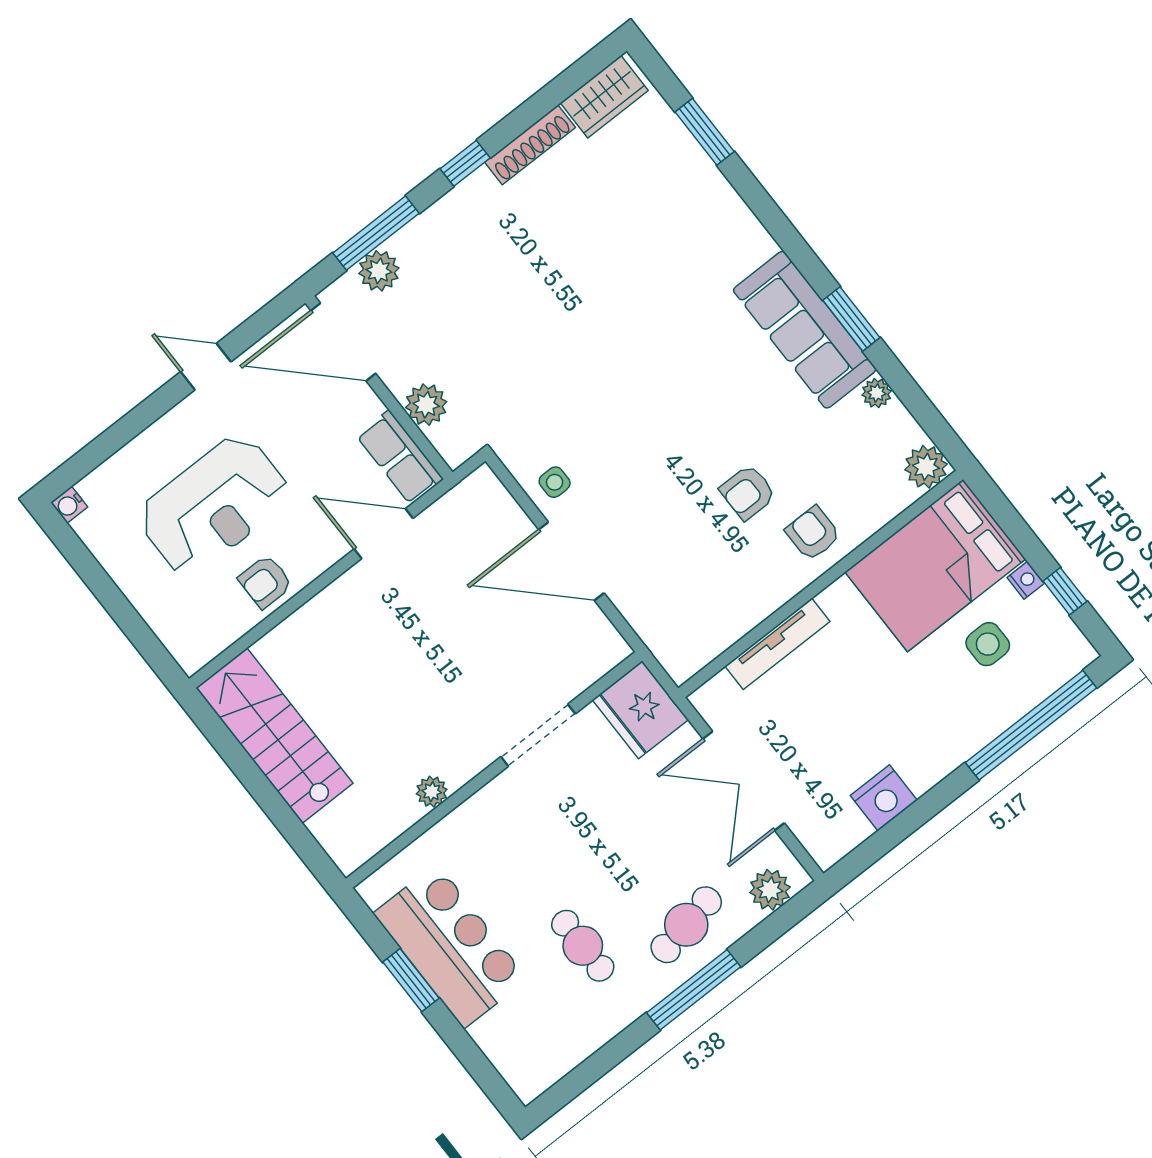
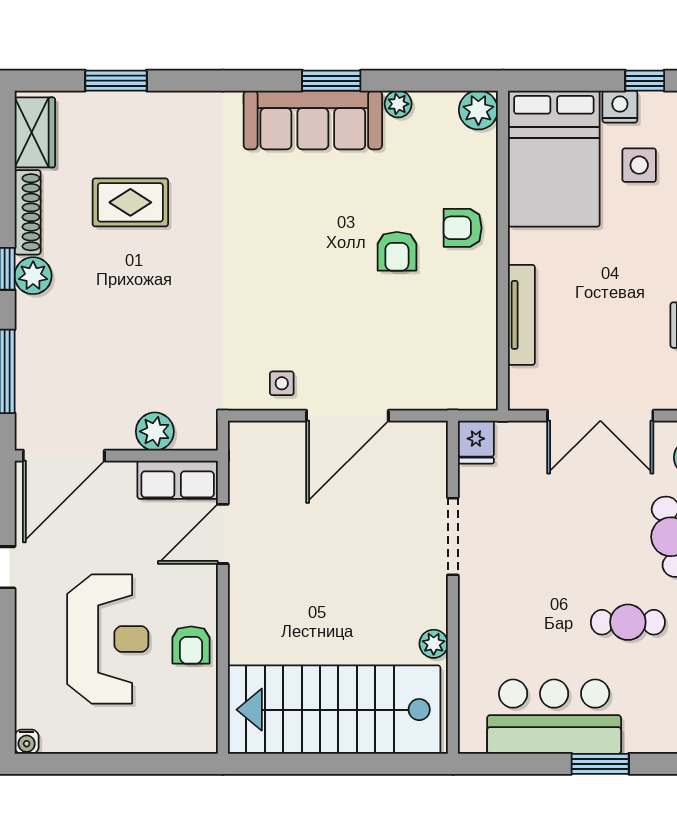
rug: (609, 227) -> (130, 202), added
plant: (379, 271) -> (33, 276), moved
nightstand: (1026, 580) -> (620, 107), width x1.39, depth x1.35
fridge: (640, 710) -> (476, 442), width x0.53, depth x0.75
stairs: (274, 736) -> (334, 710), width x1.36, depth x1.51
window: (411, 980) -> (600, 764), moved

